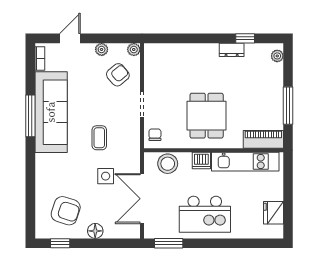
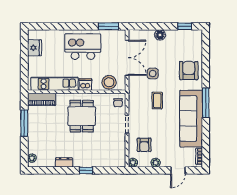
window: (245, 38) -> (86, 170), moved
armchair: (118, 75) -> (144, 145), turned -50
window: (30, 116) -> (206, 103), moved
armchair: (66, 211) -> (189, 71), moved, turned 72

